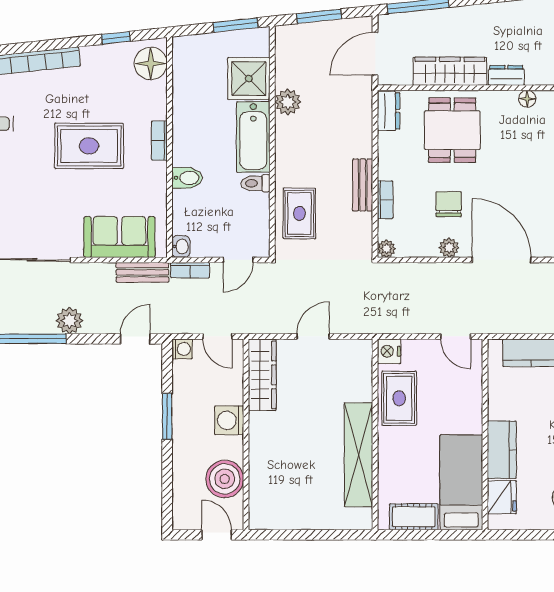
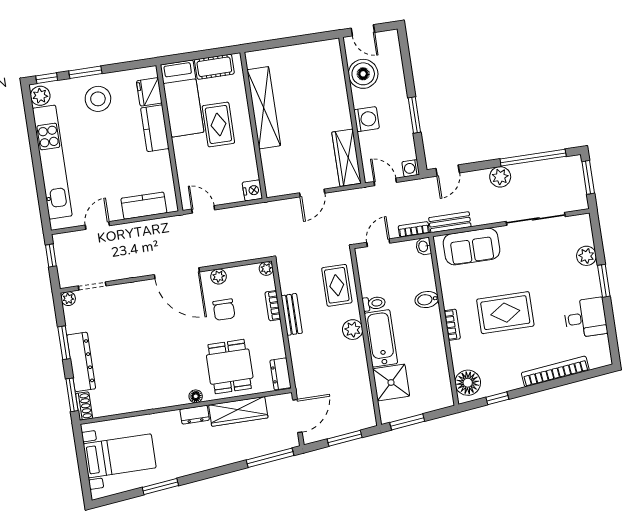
floor lamp: (527, 99) -> (196, 396), moved
plant: (288, 102) -> (353, 330), moved
rug: (399, 398) -> (218, 124), moved

